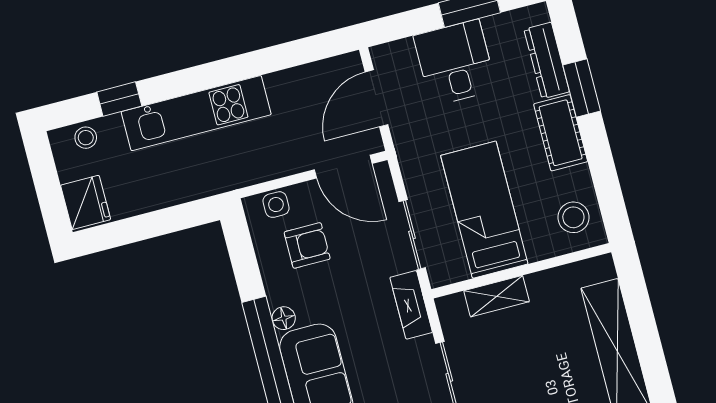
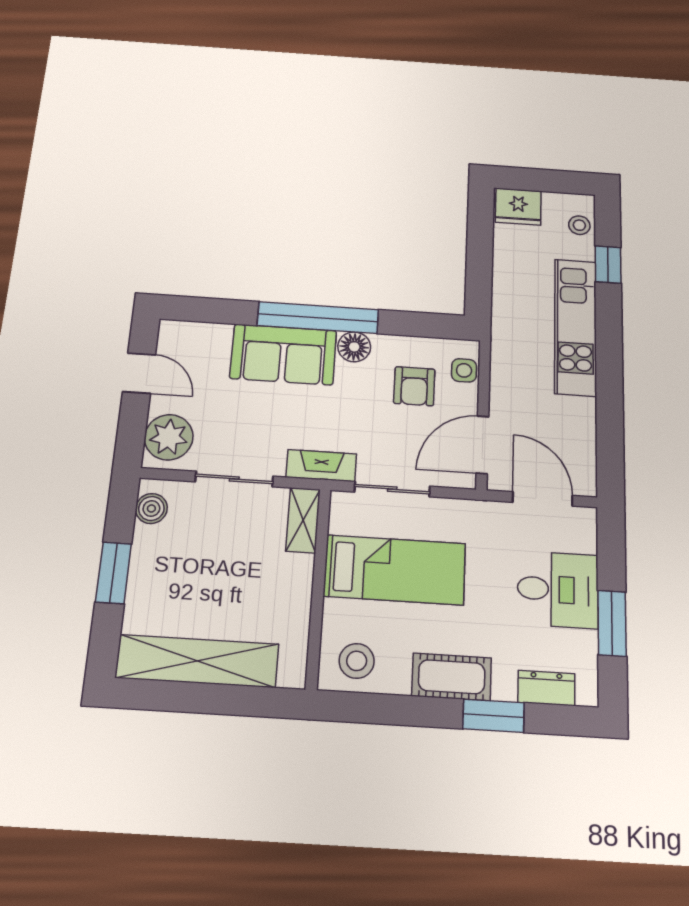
dresser: (547, 60) -> (546, 688), width x0.70
shelving: (497, 296) -> (303, 520), moved
floor lamp: (284, 318) -> (354, 347), width x1.37, depth x1.37

